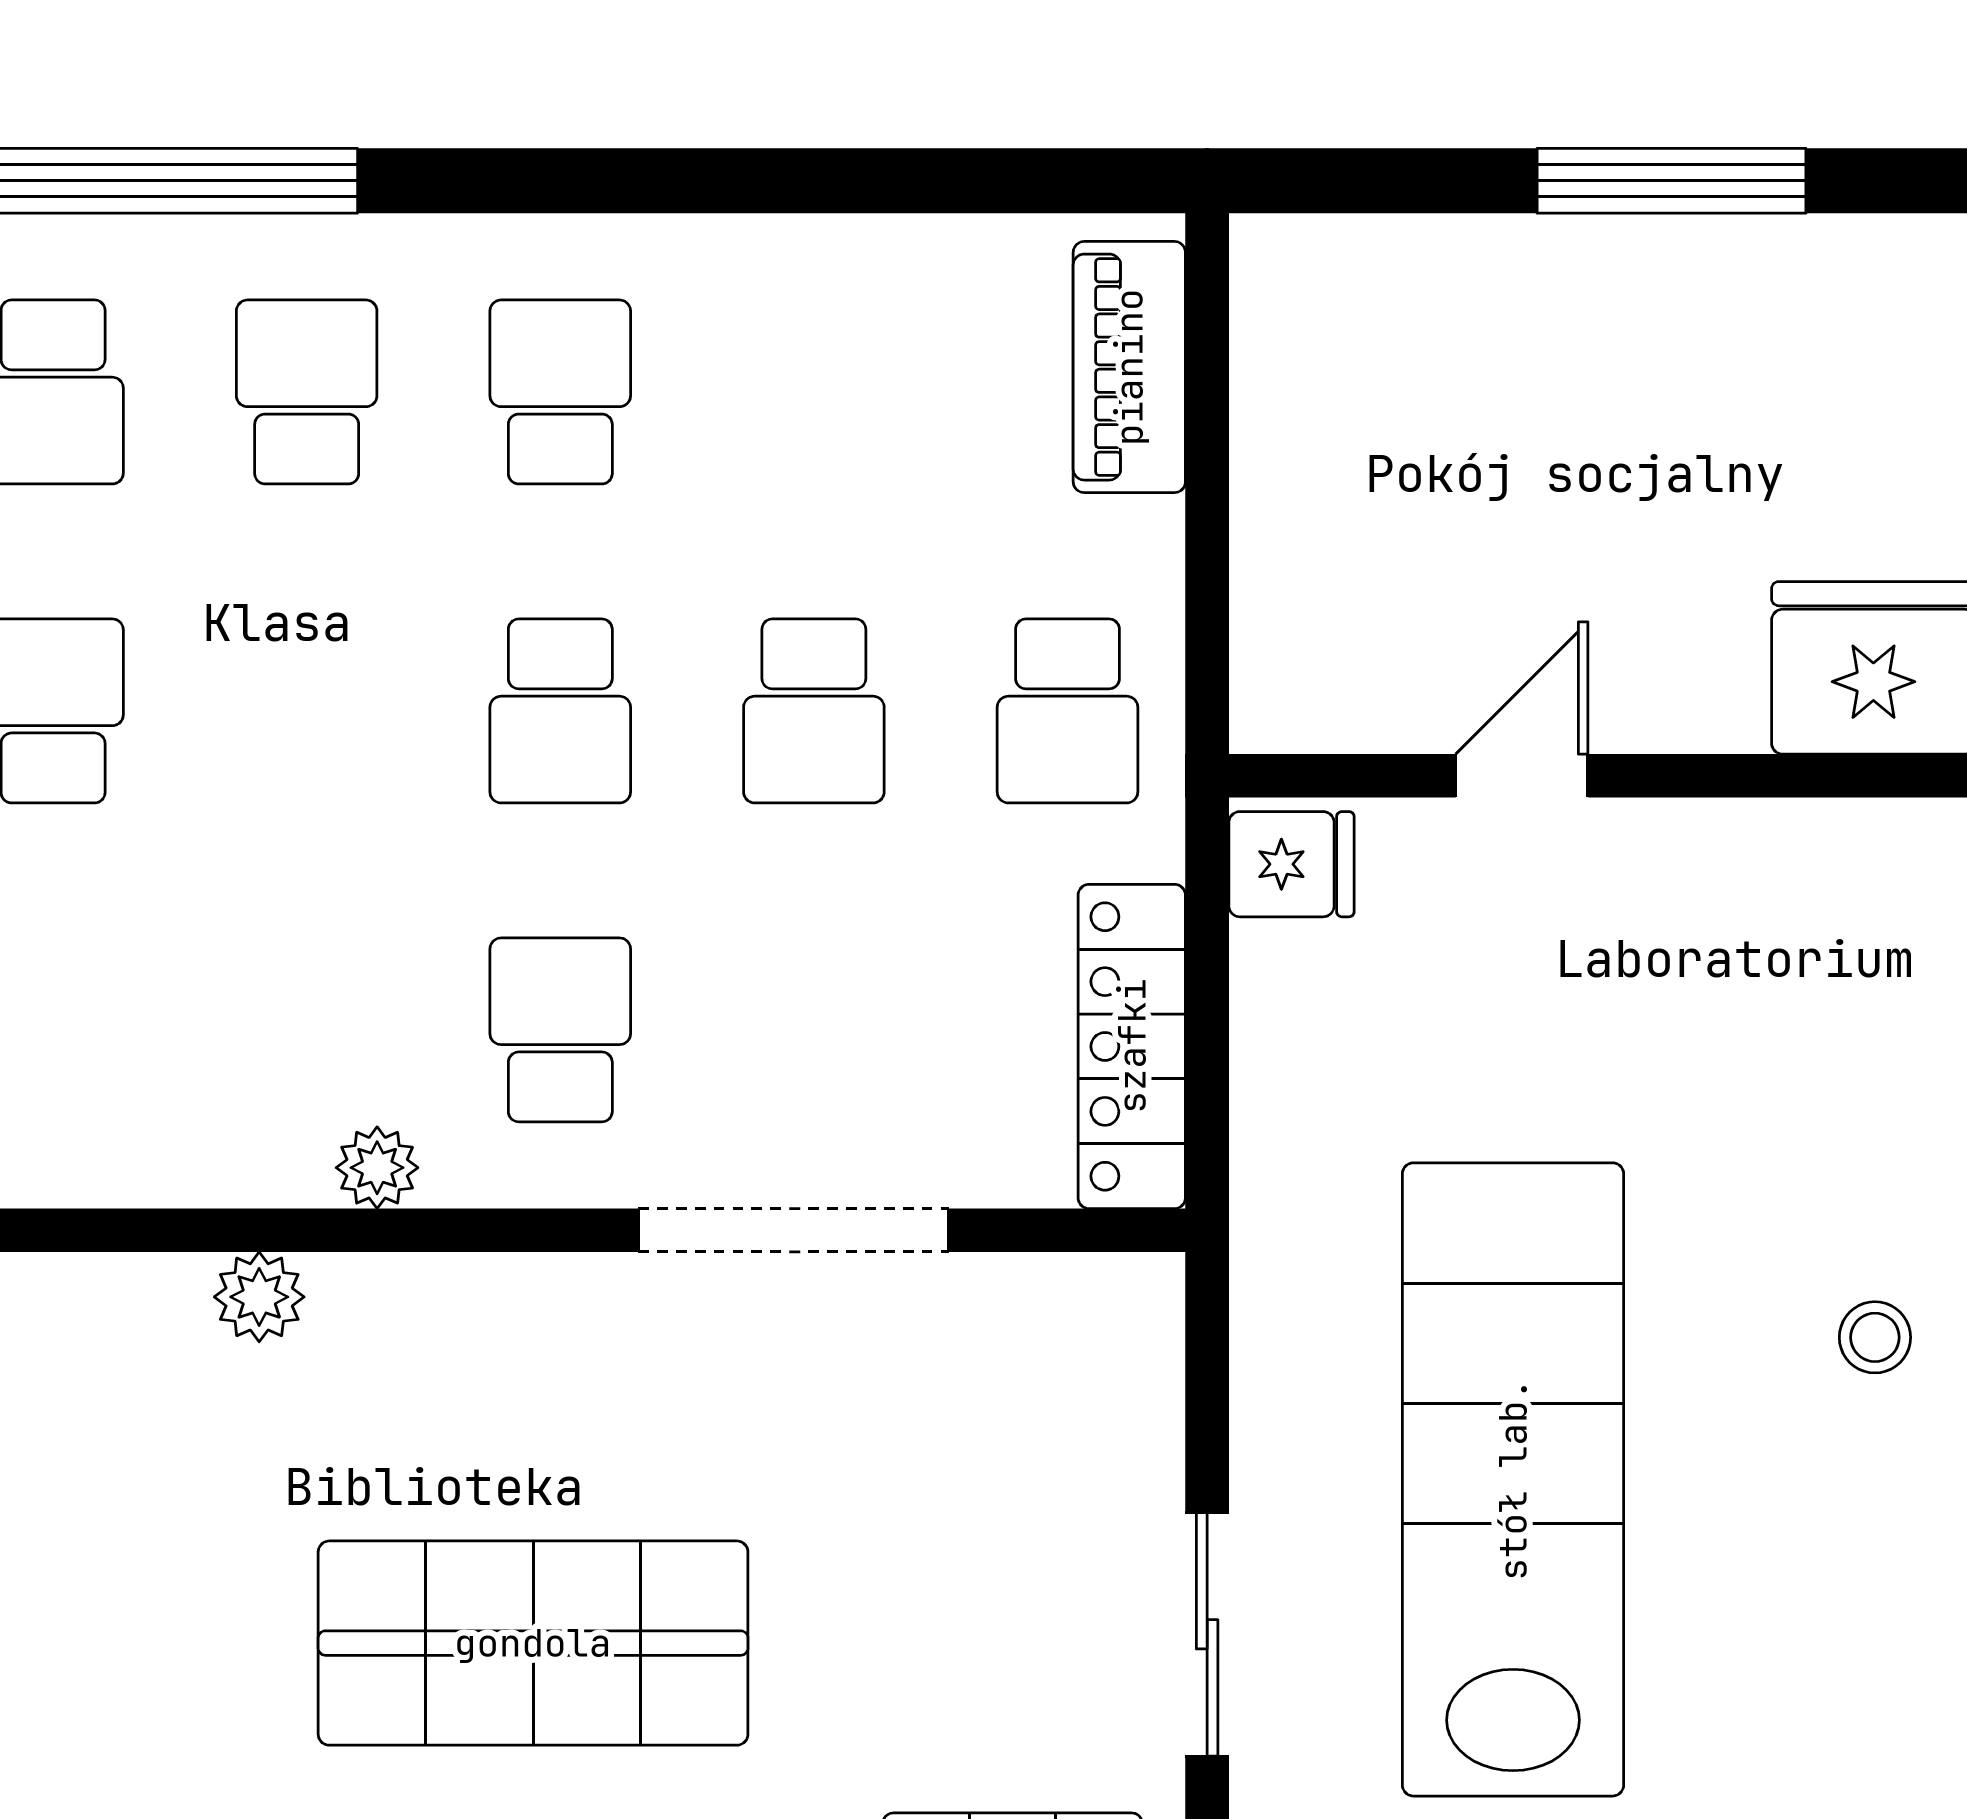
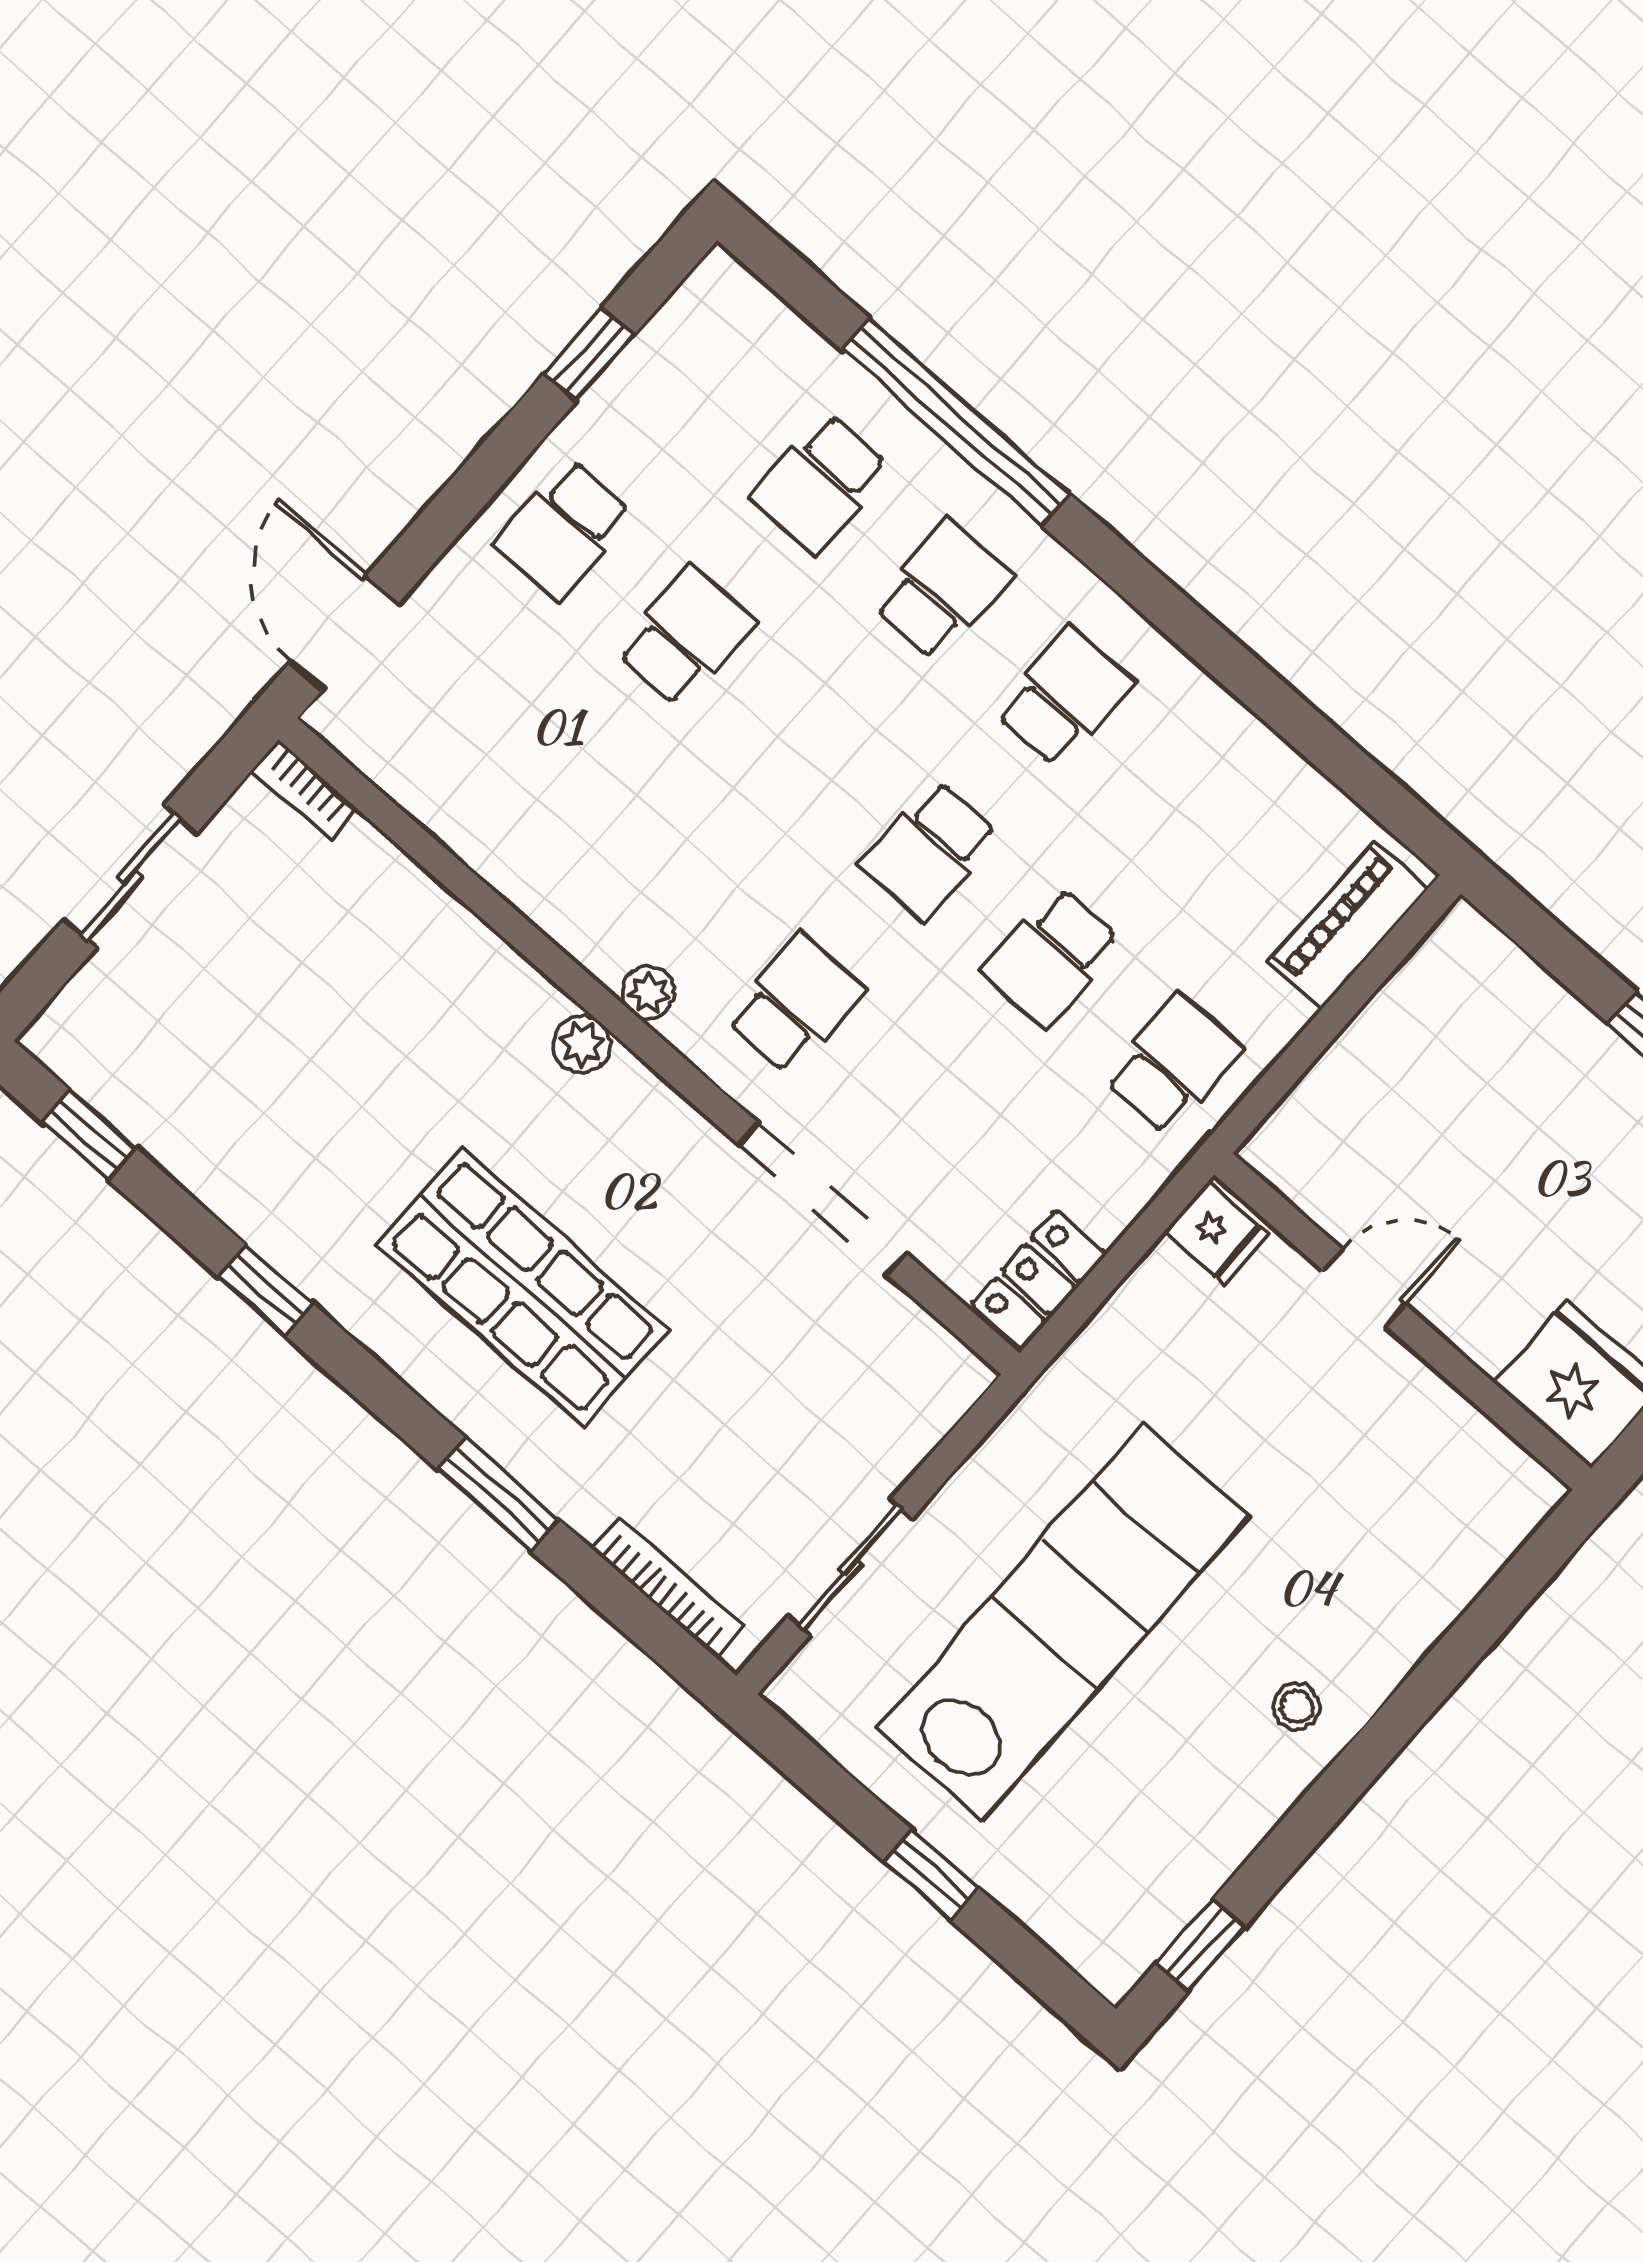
school desk: (1067, 711) -> (1173, 1065), turned 180
locker: (1132, 1046) -> (1039, 1280), width x0.66
plant: (259, 1297) -> (582, 1044), moved

